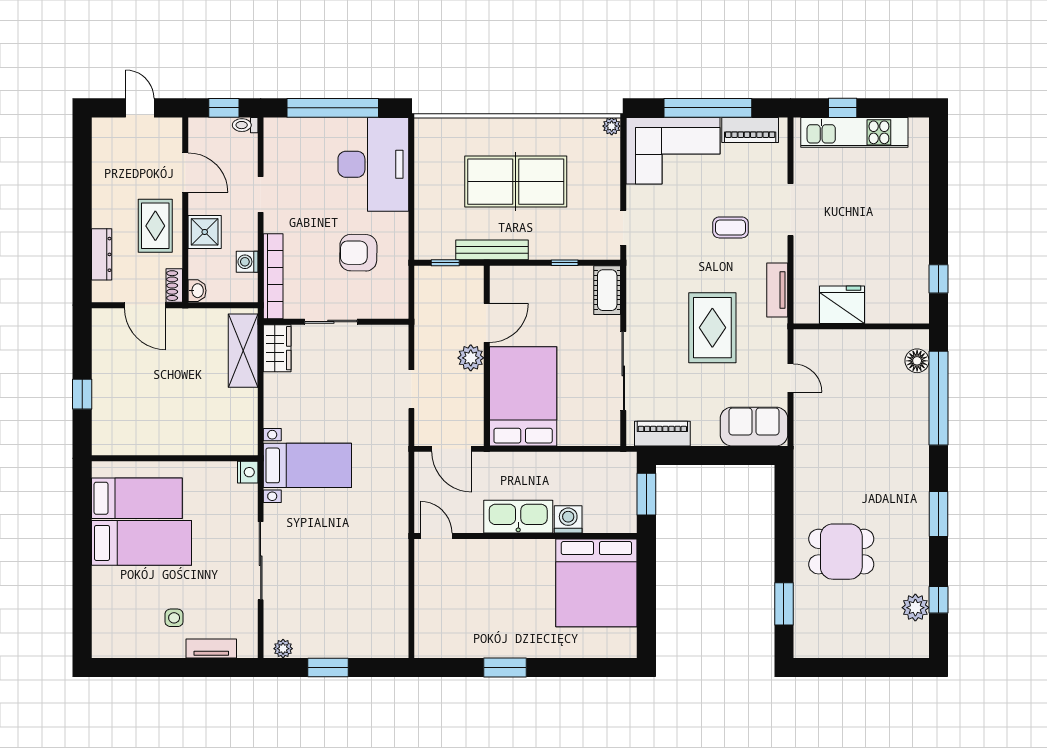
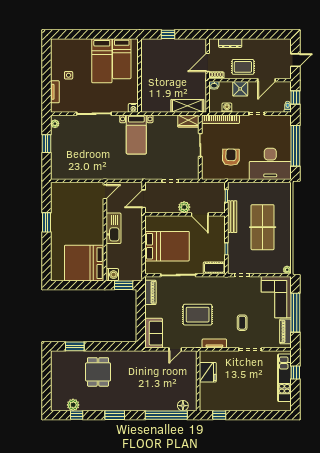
bed: (523, 396) -> (167, 246), moved
washing machine: (568, 519) -> (112, 275), moved

